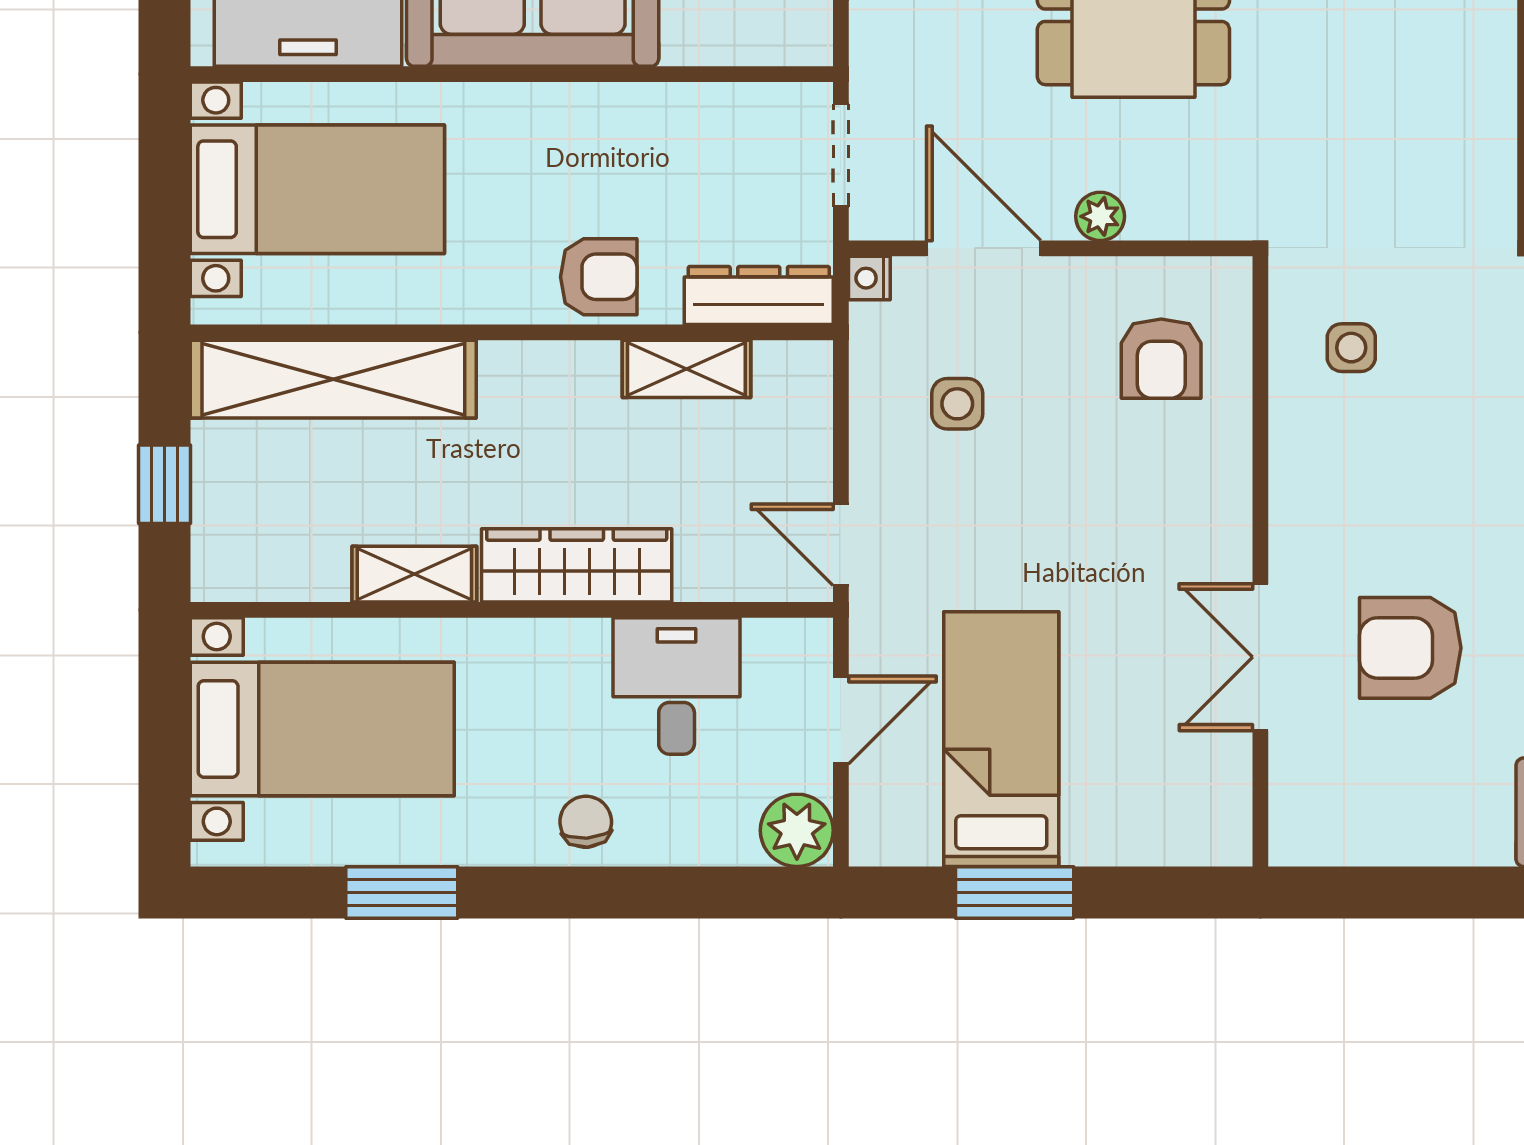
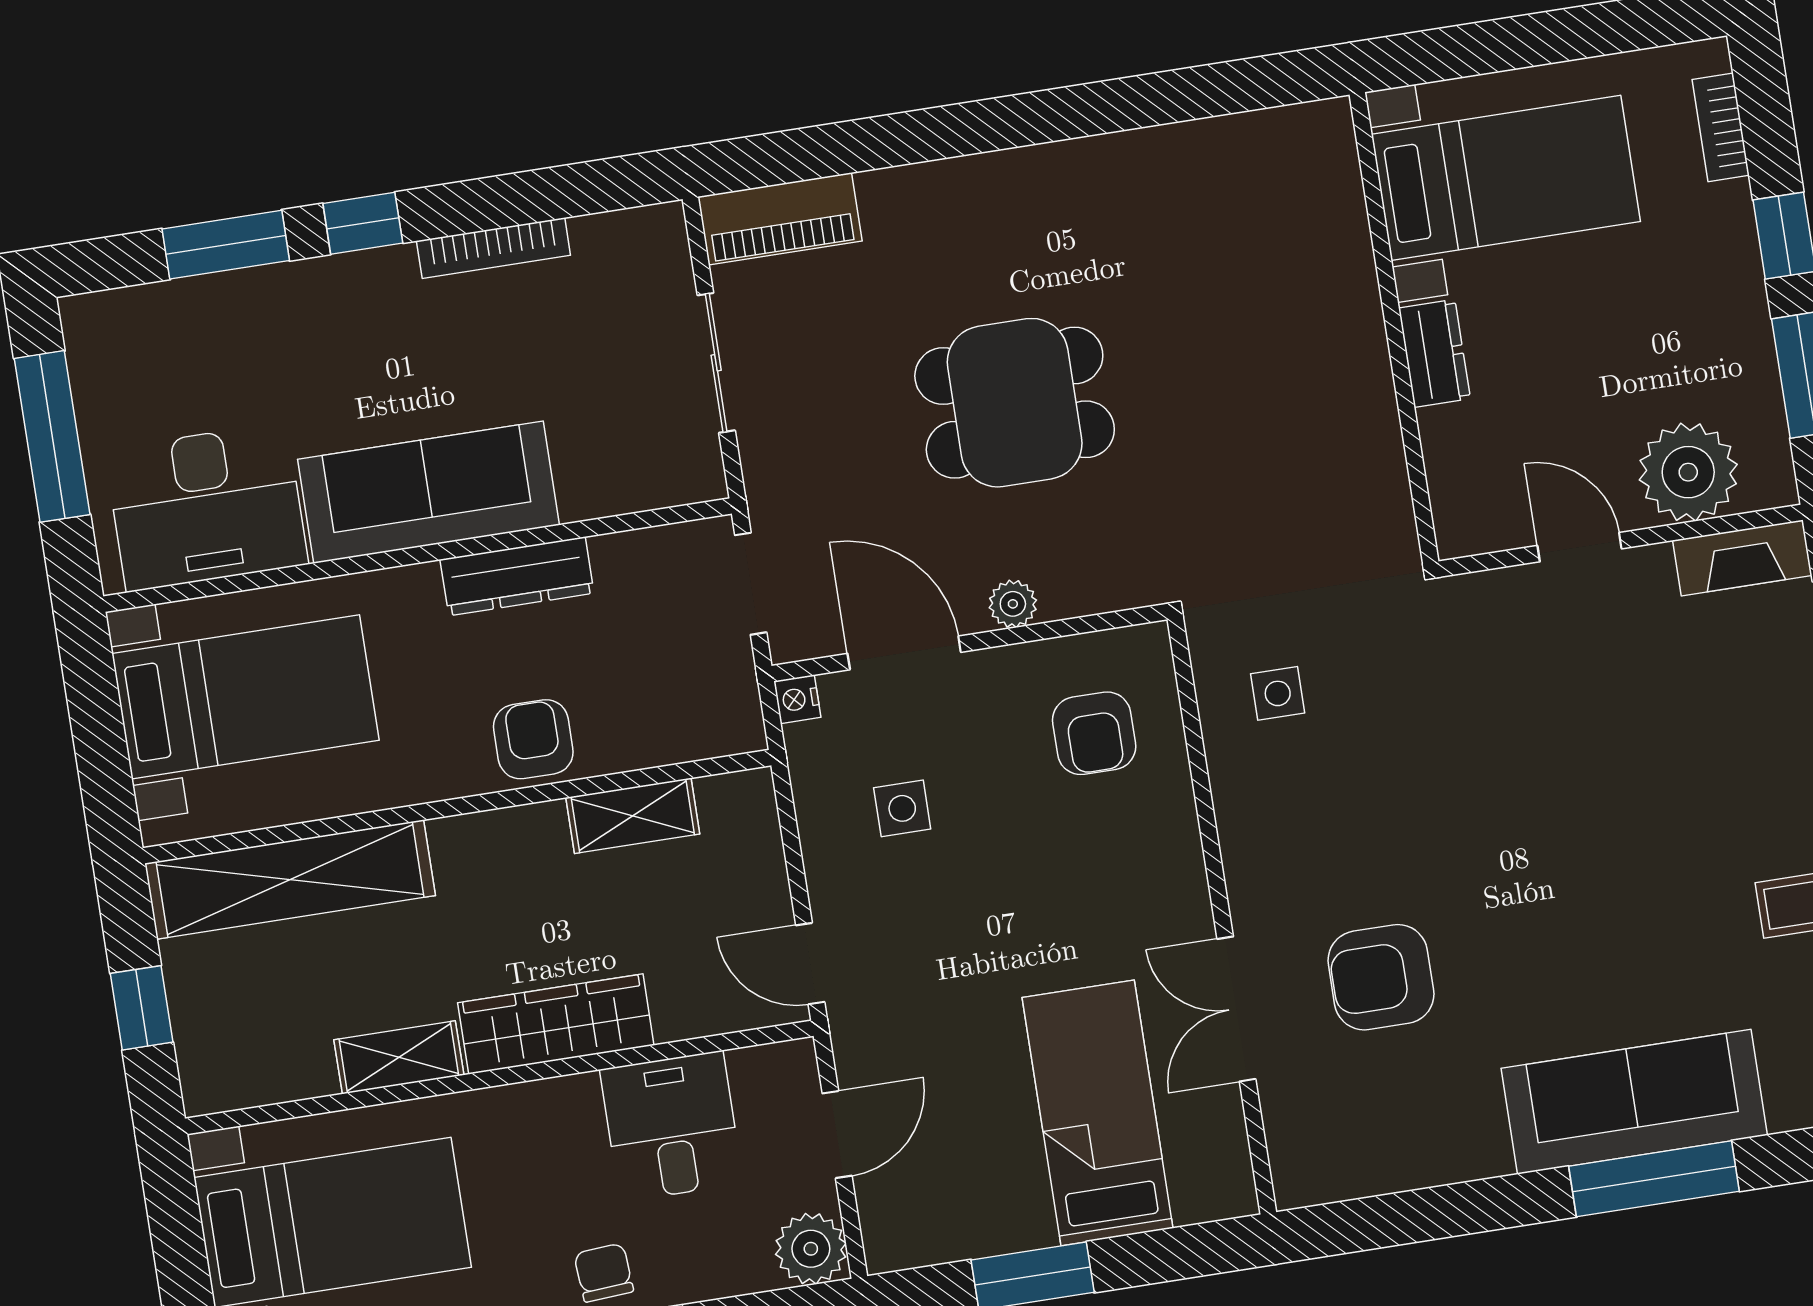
armchair: (599, 277) -> (533, 739), turned -90
dresser: (759, 295) -> (517, 576), moved, turned 180
bed: (1001, 739) -> (1098, 1113), moved

